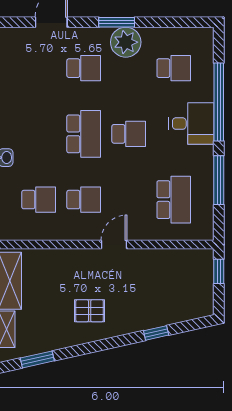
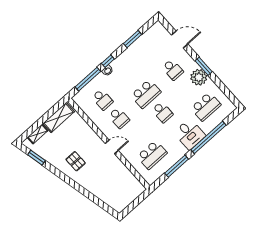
school desk: (174, 68) -> (206, 106), width x1.85
window: (219, 271) -> (139, 200), removed
window: (156, 333) -> (91, 197), removed

